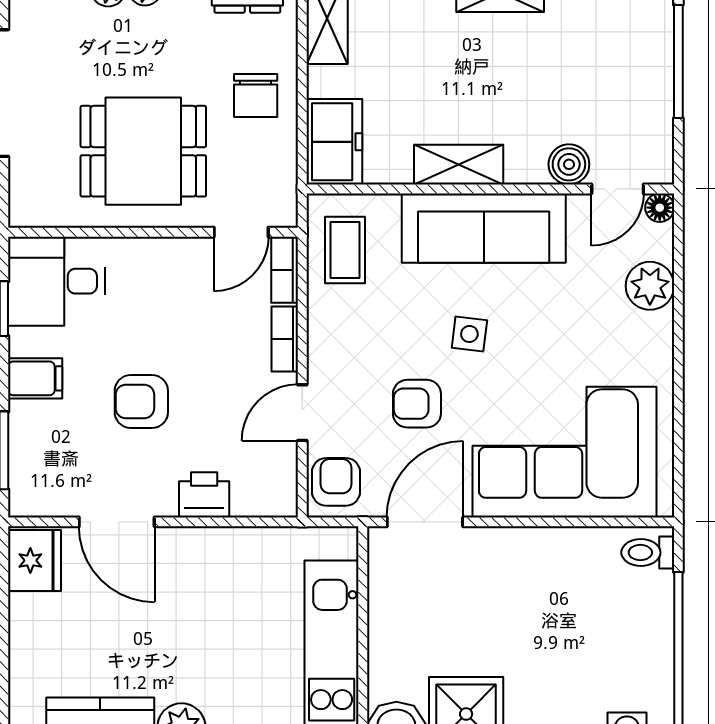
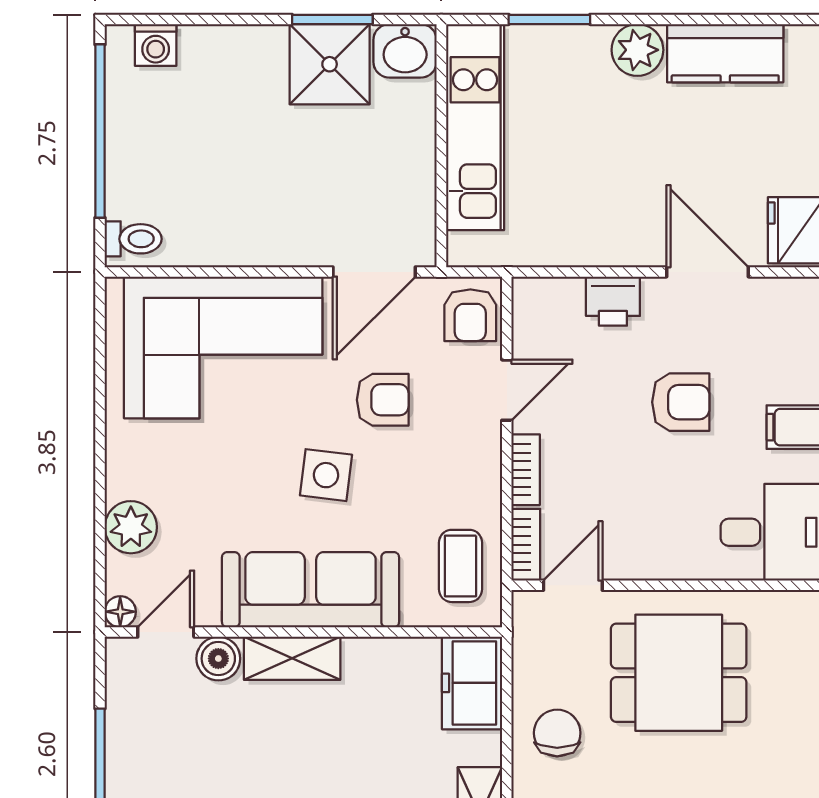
shelving: (459, 165) -> (292, 658), moved
side table: (469, 334) -> (326, 475), width x1.37, depth x1.37

